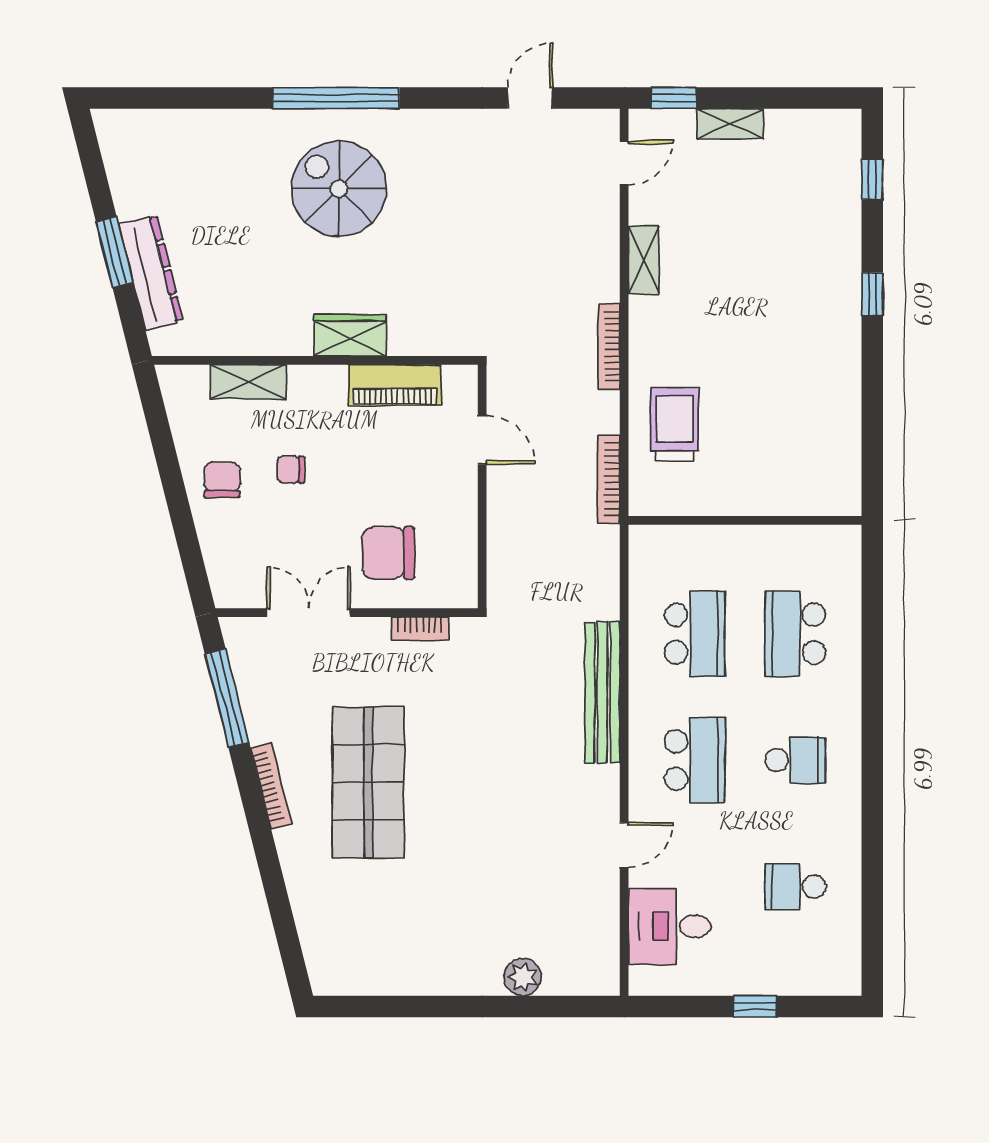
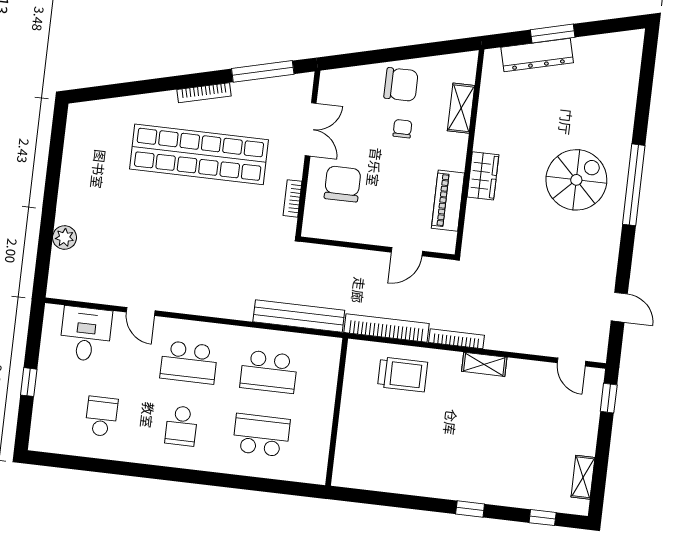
shelving: (730, 124) -> (583, 477), moved
shelving: (644, 260) -> (484, 364), moved
bookcase: (609, 479) -> (387, 328), width x1.48, depth x1.31
chair: (222, 480) -> (401, 85), width x1.37, depth x1.37
bench: (602, 692) -> (299, 316), moved
shop shelf: (368, 782) -> (199, 154), width x1.40

